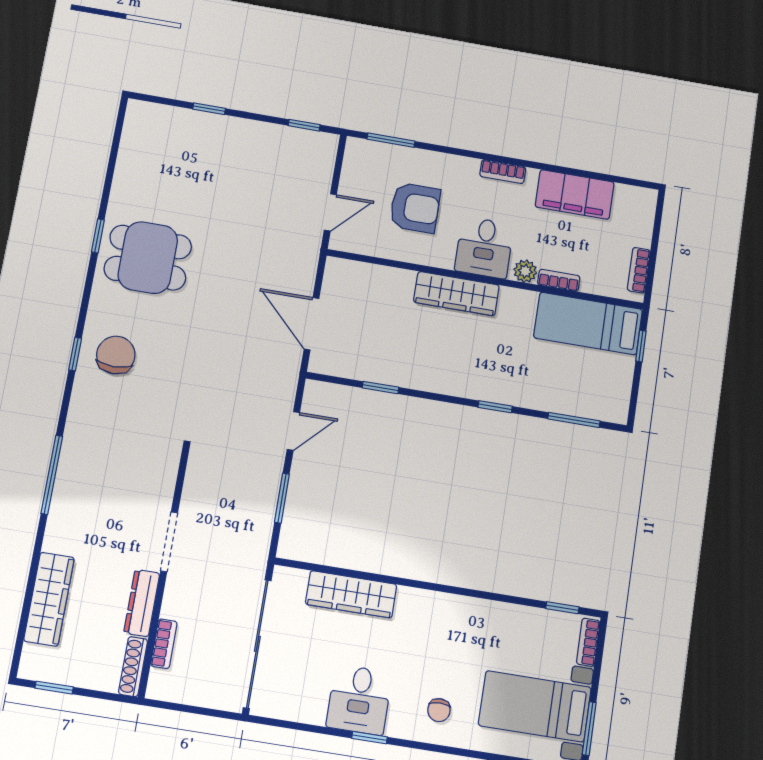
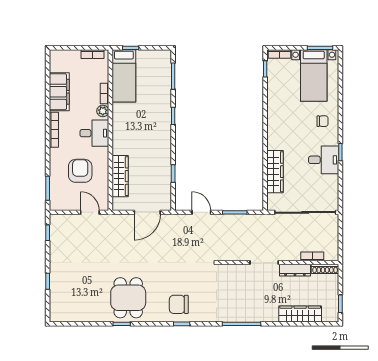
bookcase: (503, 172) -> (54, 130), width x1.56
wardrobe: (456, 294) -> (120, 176), moved

